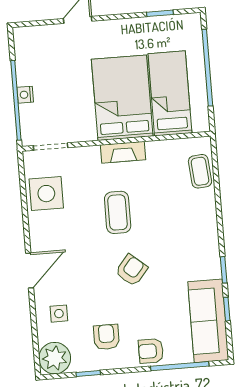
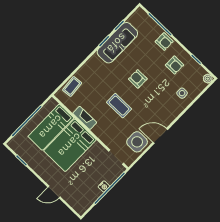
fireplace: (123, 152) -> (85, 118), moved
coffee table: (118, 212) -> (119, 106), turned 90
door: (30, 270) -> (160, 136), moved
armchair: (131, 270) -> (138, 79), turned 50
sofa: (208, 321) -> (117, 43), moved
armchair: (106, 337) -> (175, 65), turned -90
plant: (55, 358) -> (208, 79), width x0.53, depth x0.53

